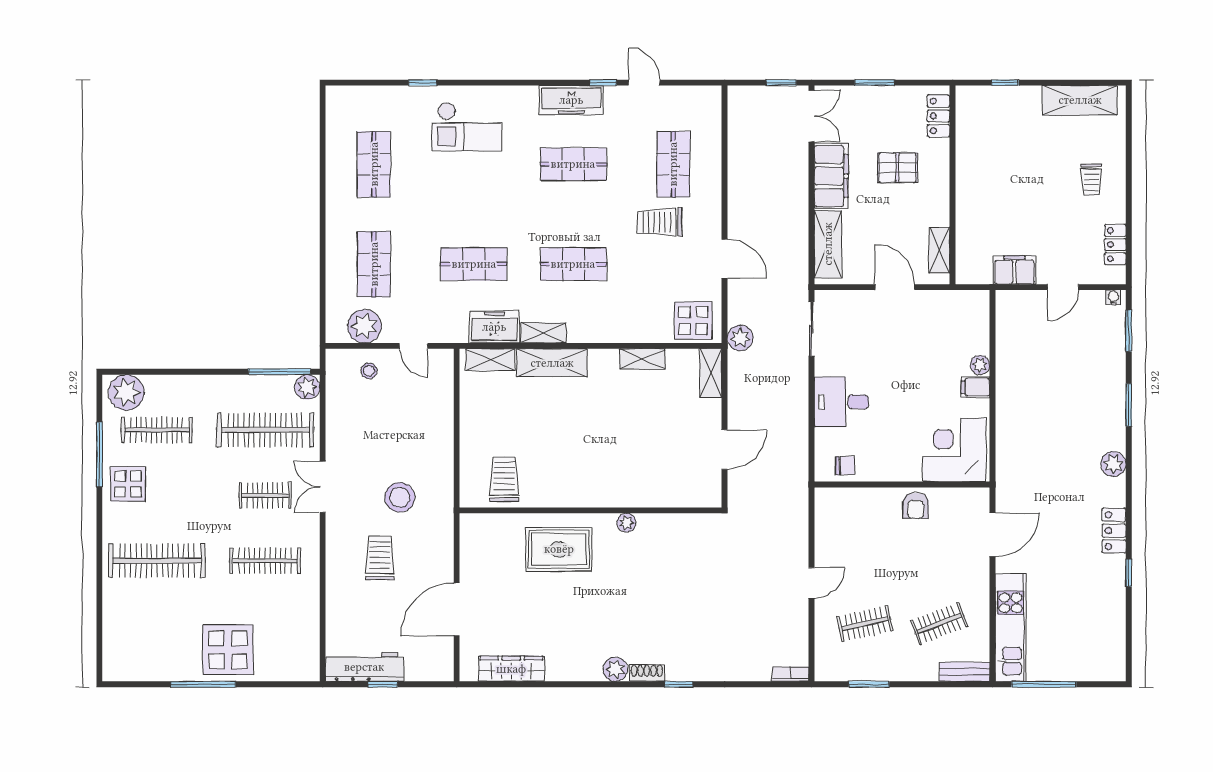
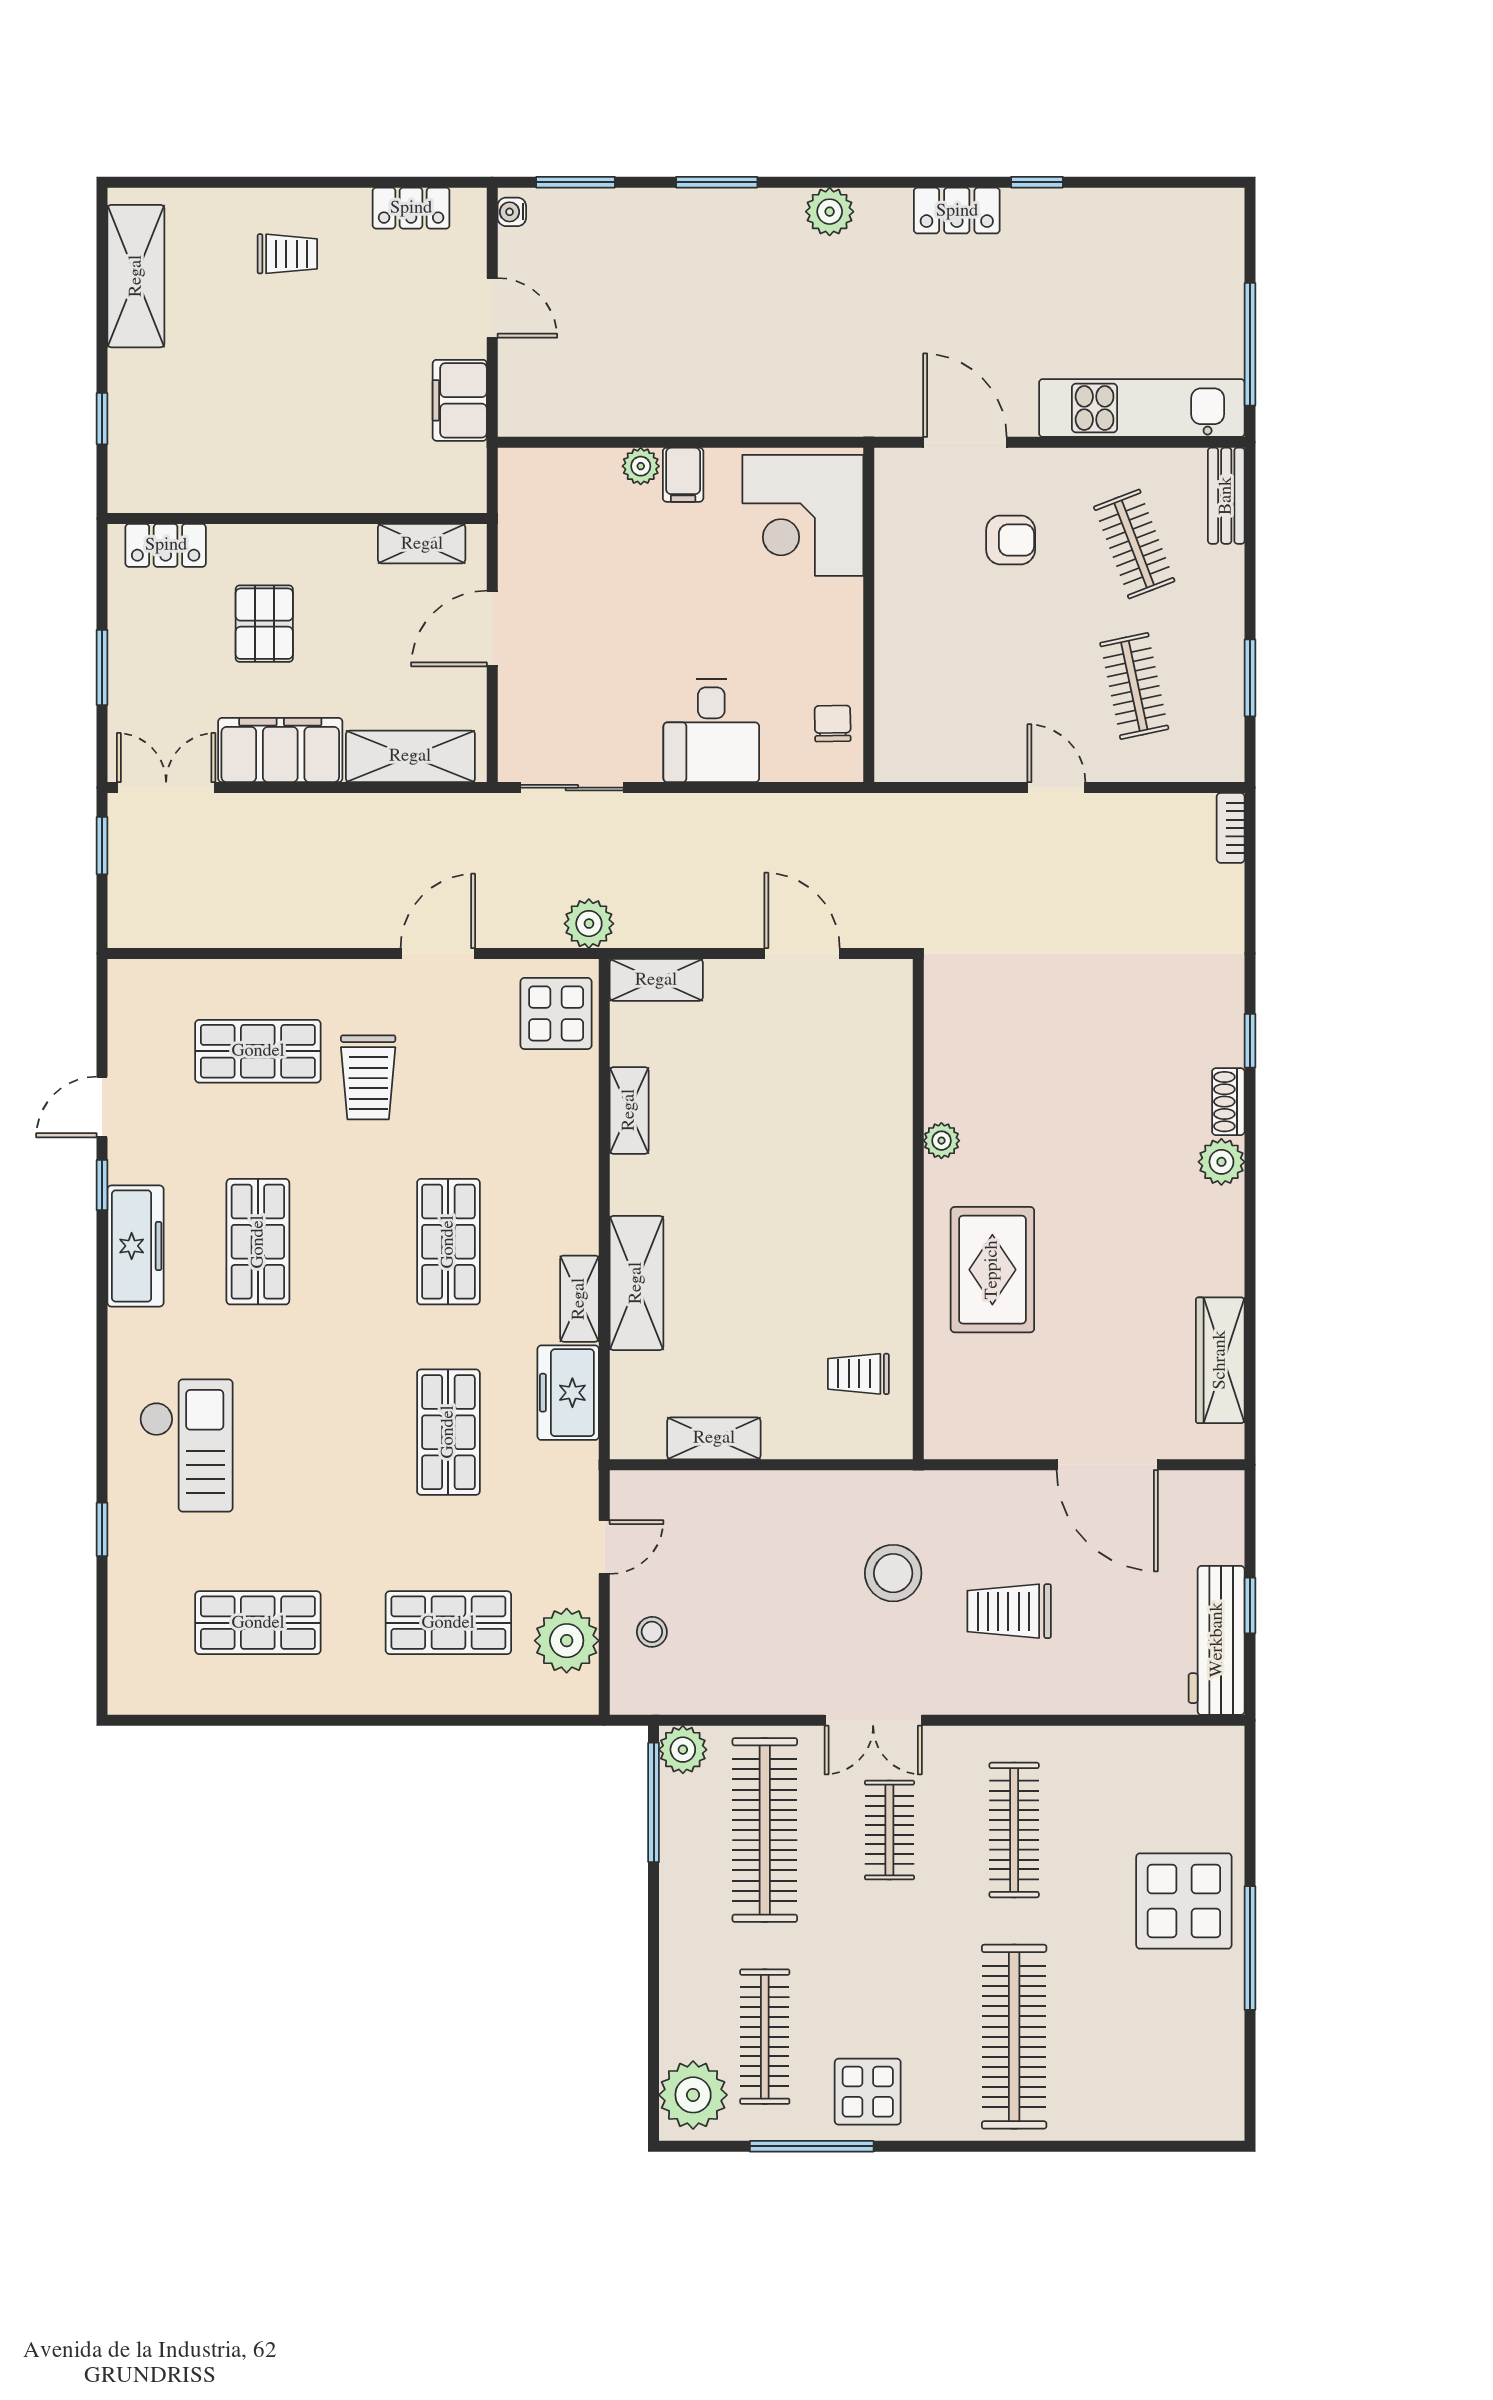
shelving: (490, 360) -> (714, 1438), moved, turned 90
trolley: (504, 479) -> (858, 1374), width x0.73, depth x0.72
armchair: (916, 506) -> (1011, 540), moved

